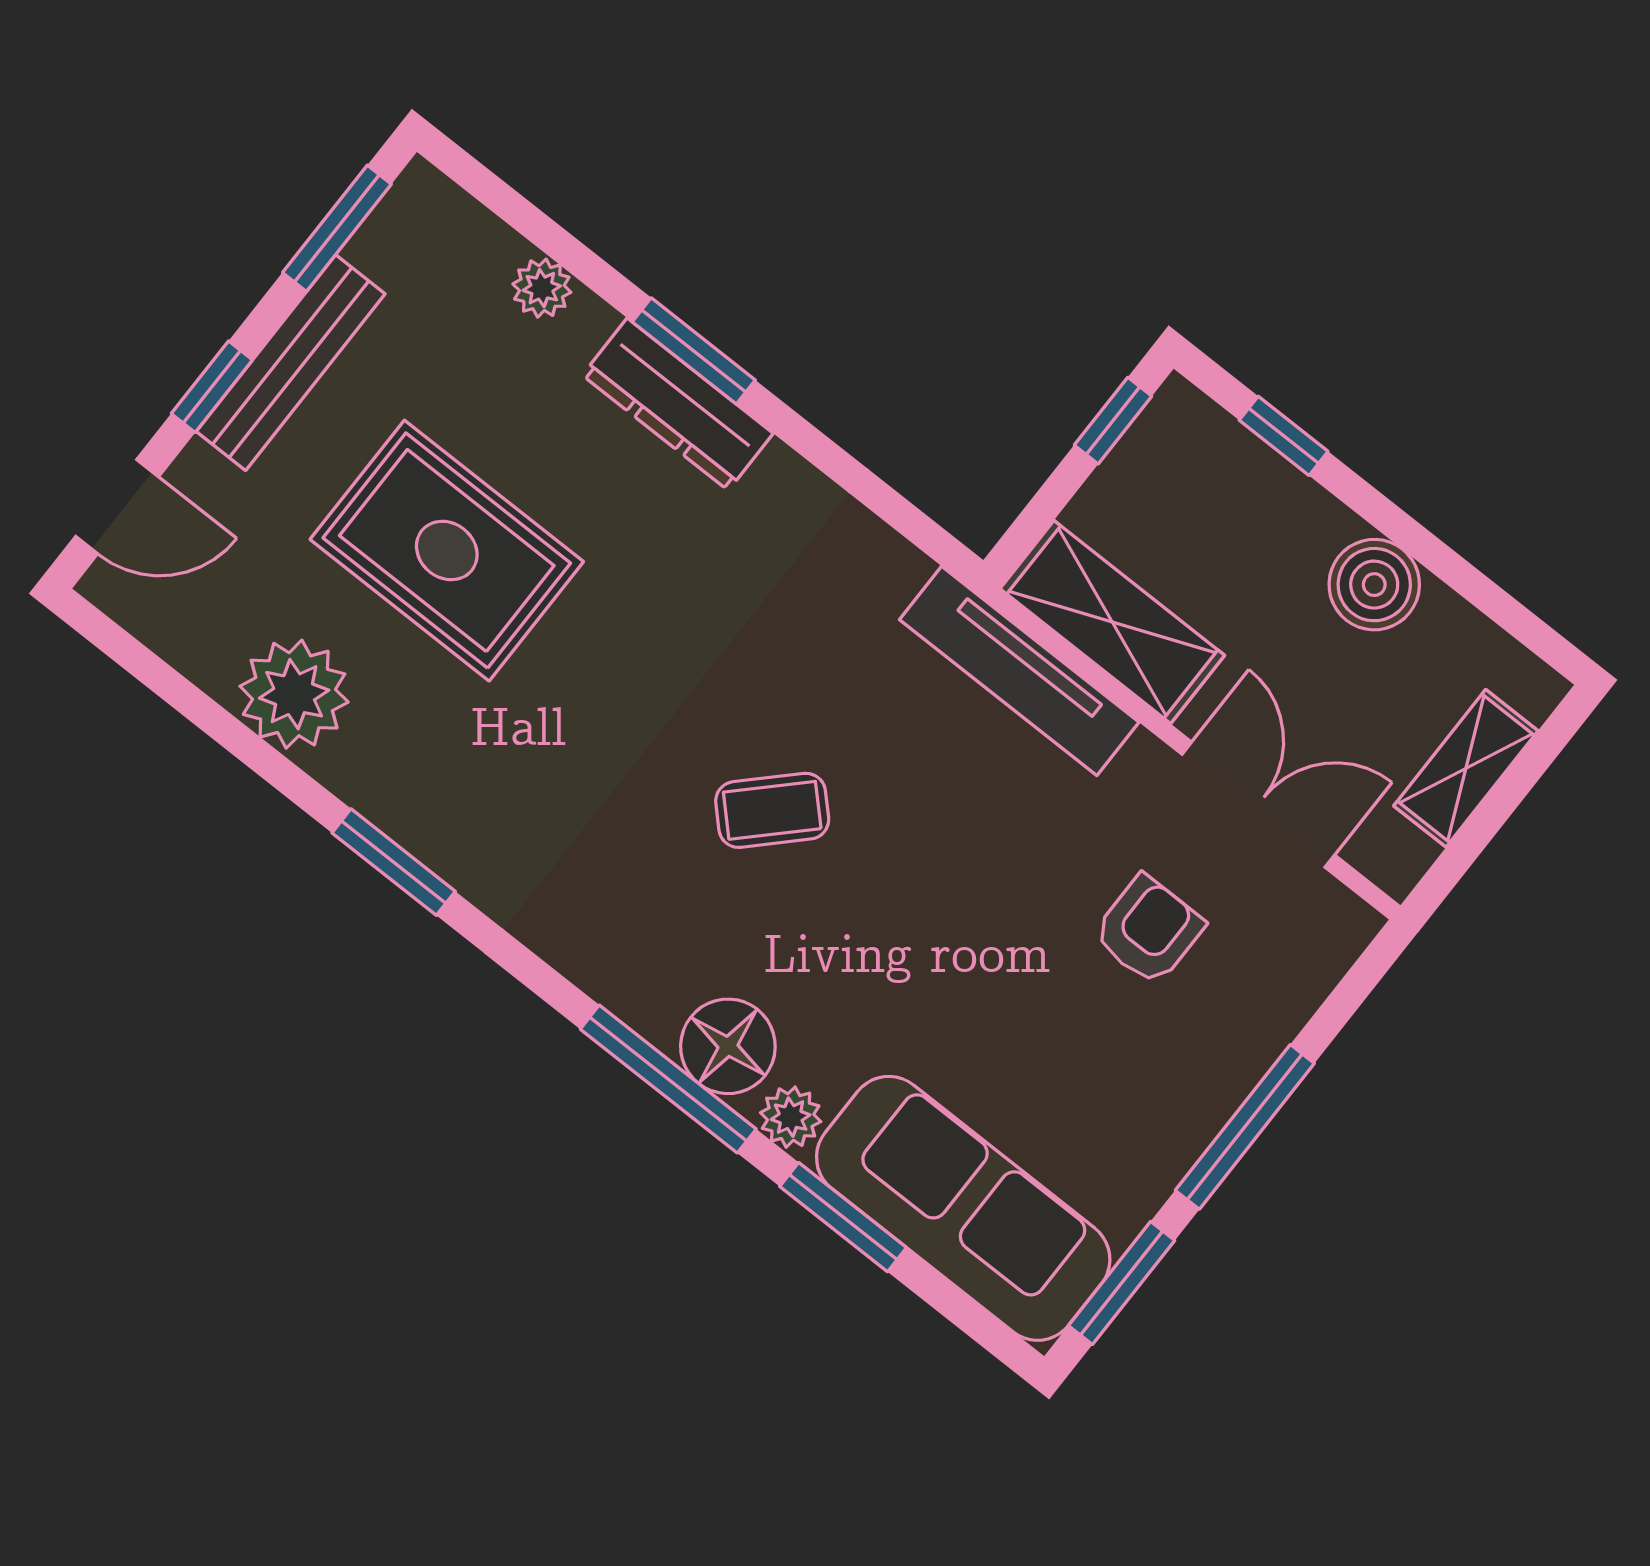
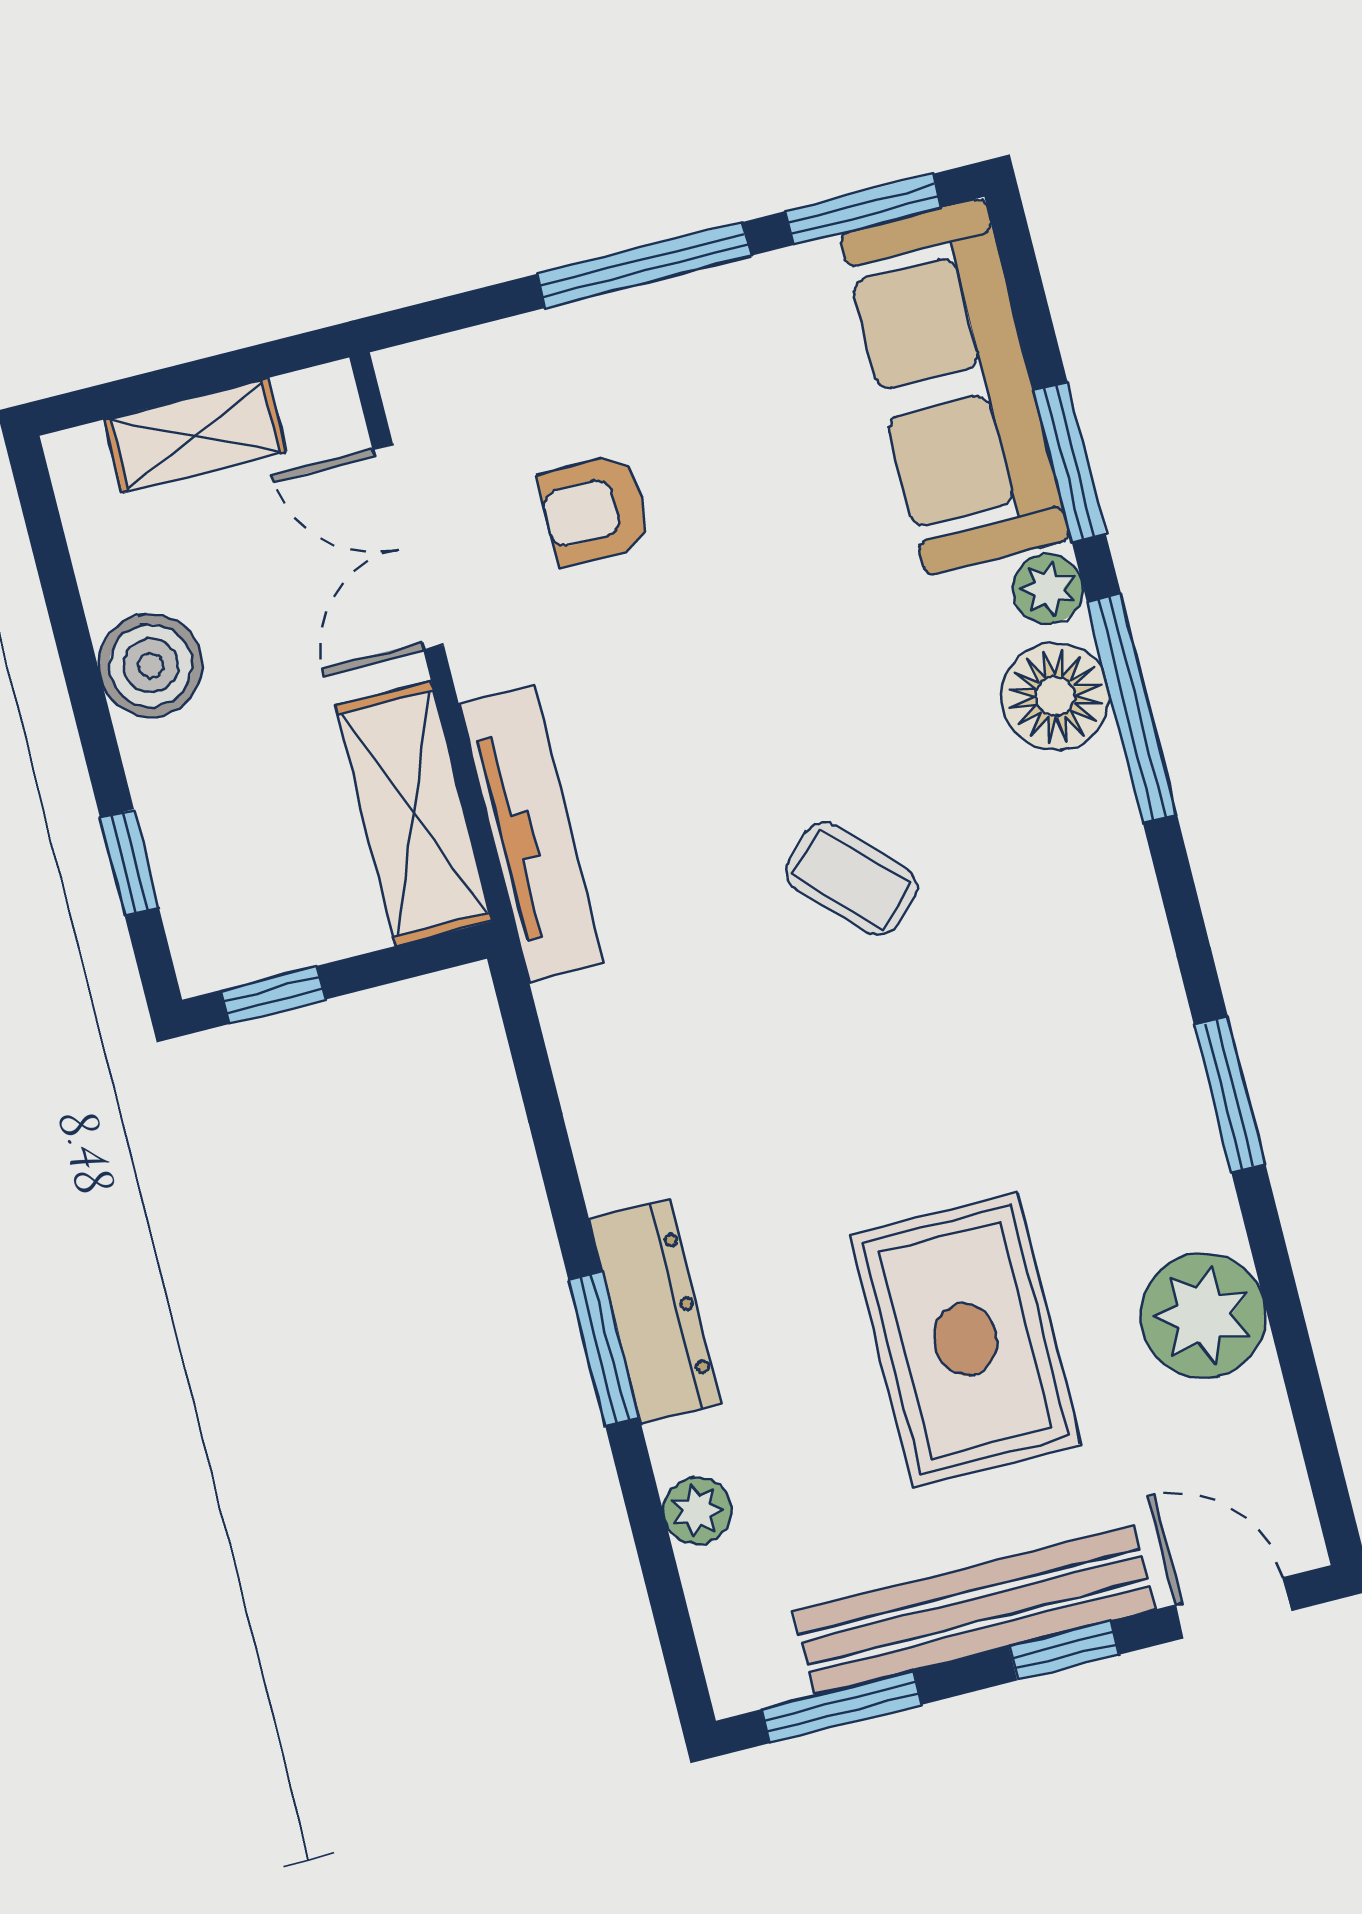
bench: (291, 363) -> (974, 1610), width x1.37, depth x1.21

